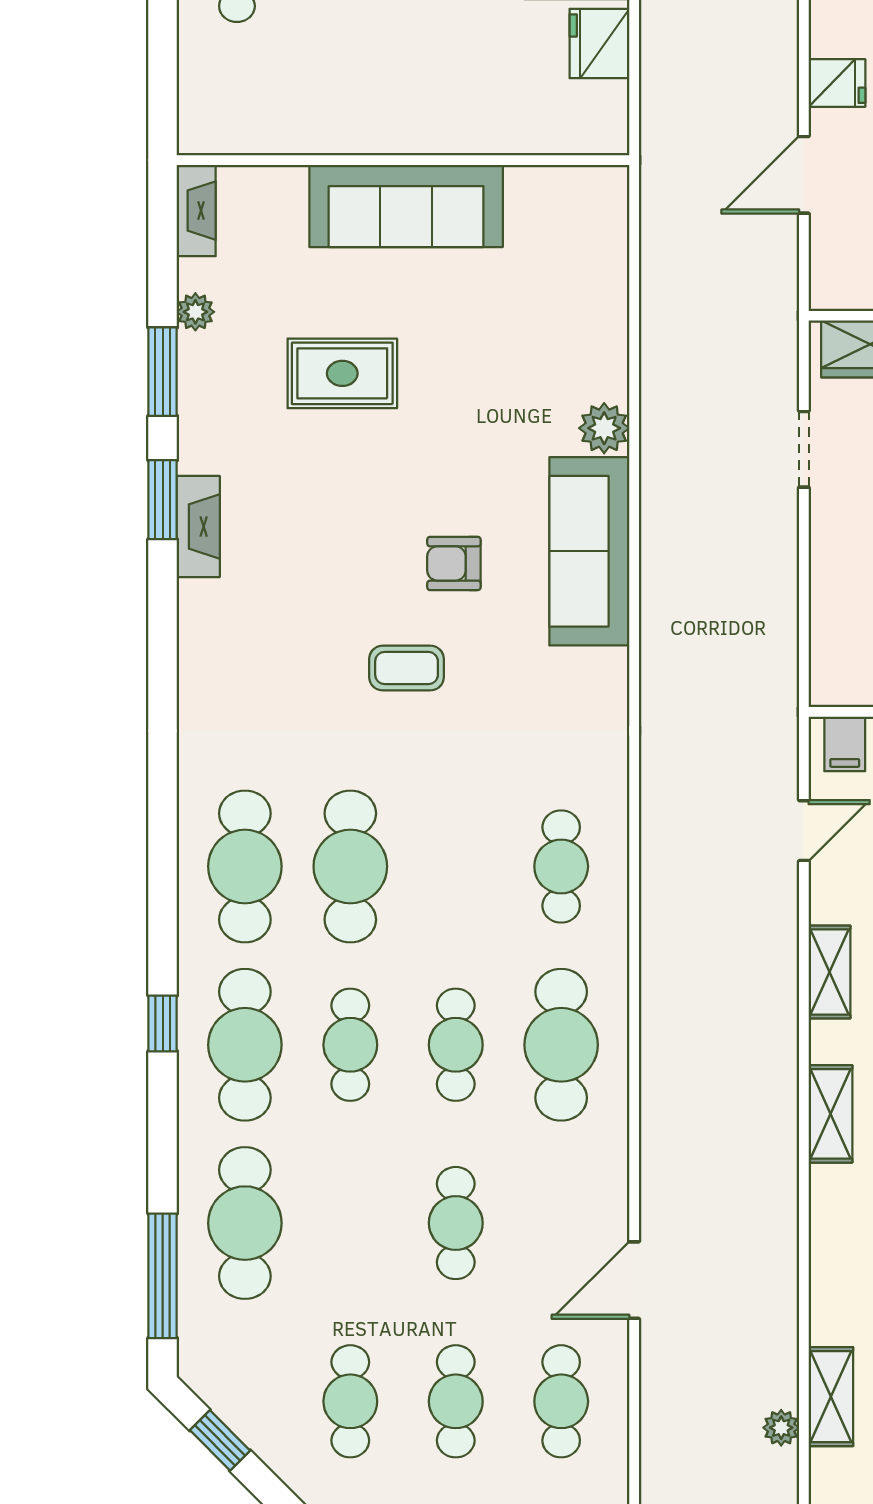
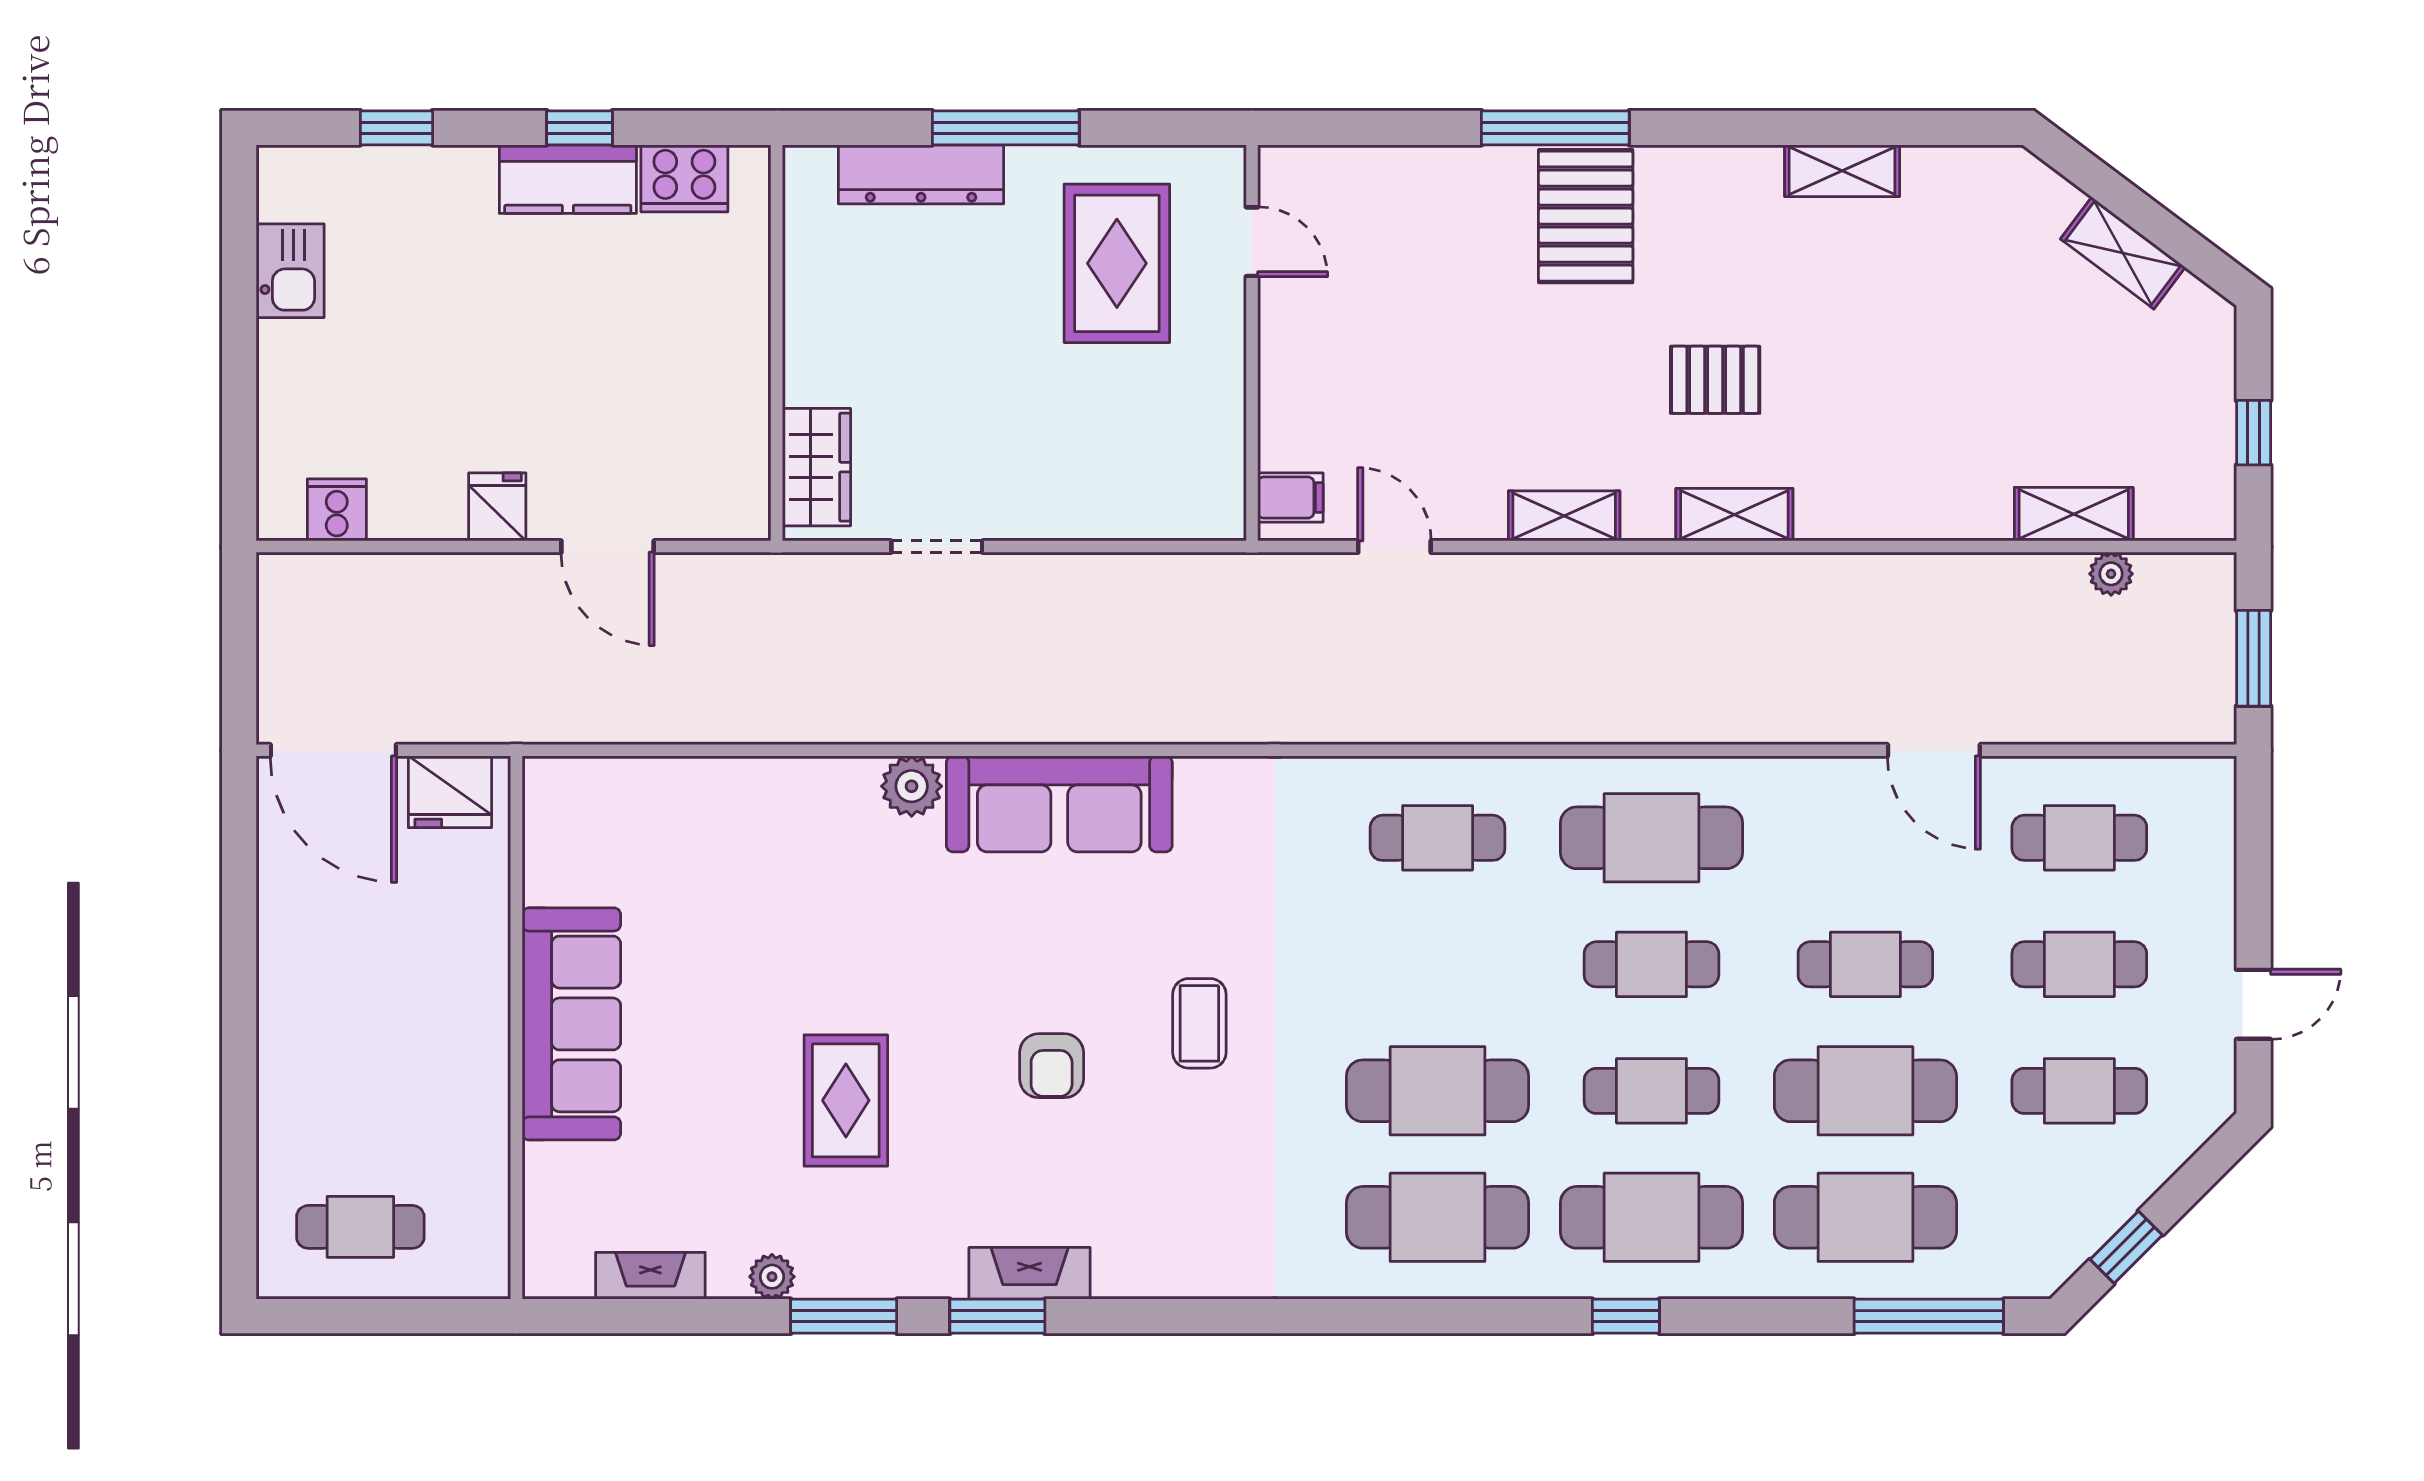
wall: (403, 160) -> (516, 1028), moved
sofa: (406, 206) -> (571, 1024), moved
armchair: (454, 563) -> (1052, 1066), moved
cafe table: (350, 1223) -> (1865, 1091), added

